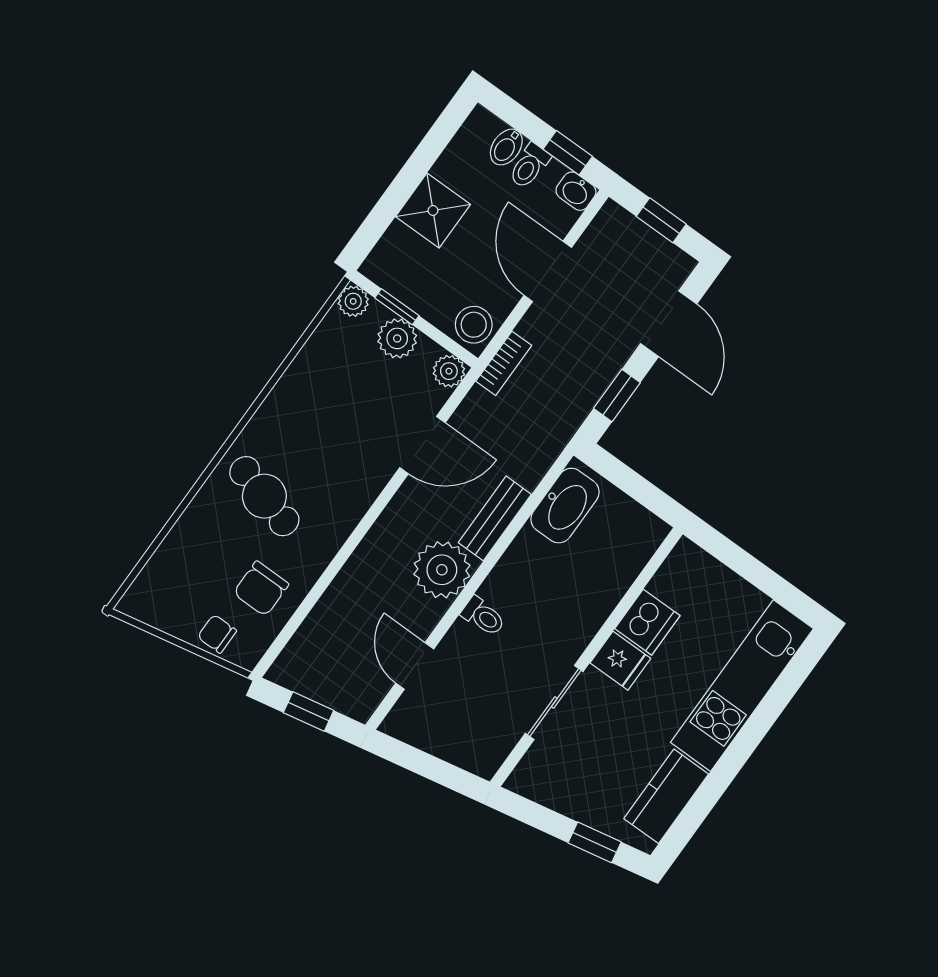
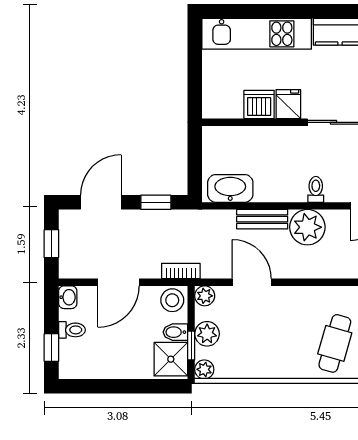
bidet: (506, 147) -> (175, 332), moved, turned 180
window: (568, 153) -> (51, 348), moved
shower: (433, 210) -> (171, 359), moved

